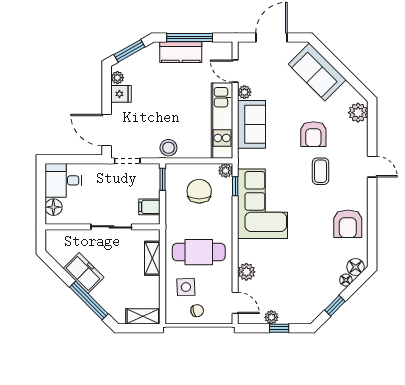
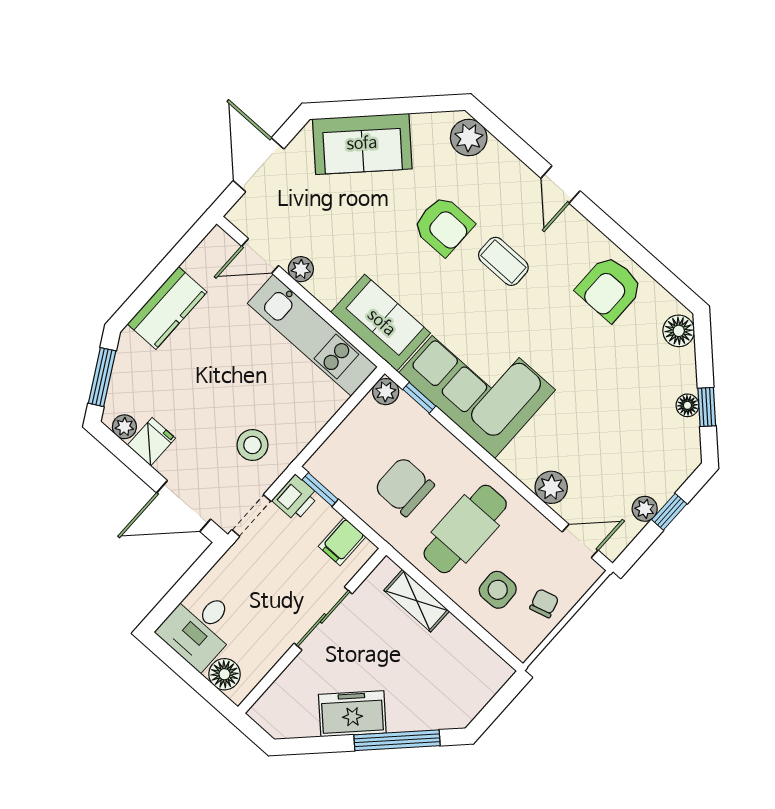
window: (190, 38) -> (158, 278), removed
sofa: (252, 124) -> (381, 323), moved
stool: (168, 148) -> (252, 445), moved
door: (372, 167) -> (561, 185), swing flipped
printer: (150, 172) -> (295, 498), added
chair: (199, 191) -> (404, 487), moved
armchair: (348, 224) -> (609, 288), turned 90
floor lamp: (346, 280) -> (687, 405), moved
shelving: (143, 316) -> (485, 685), removed

